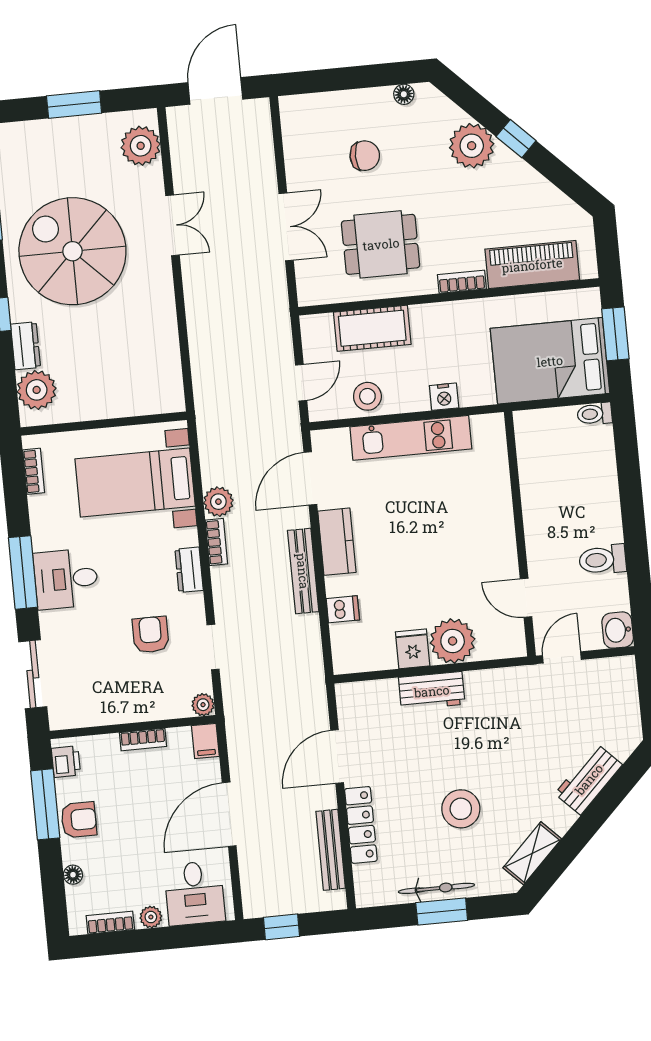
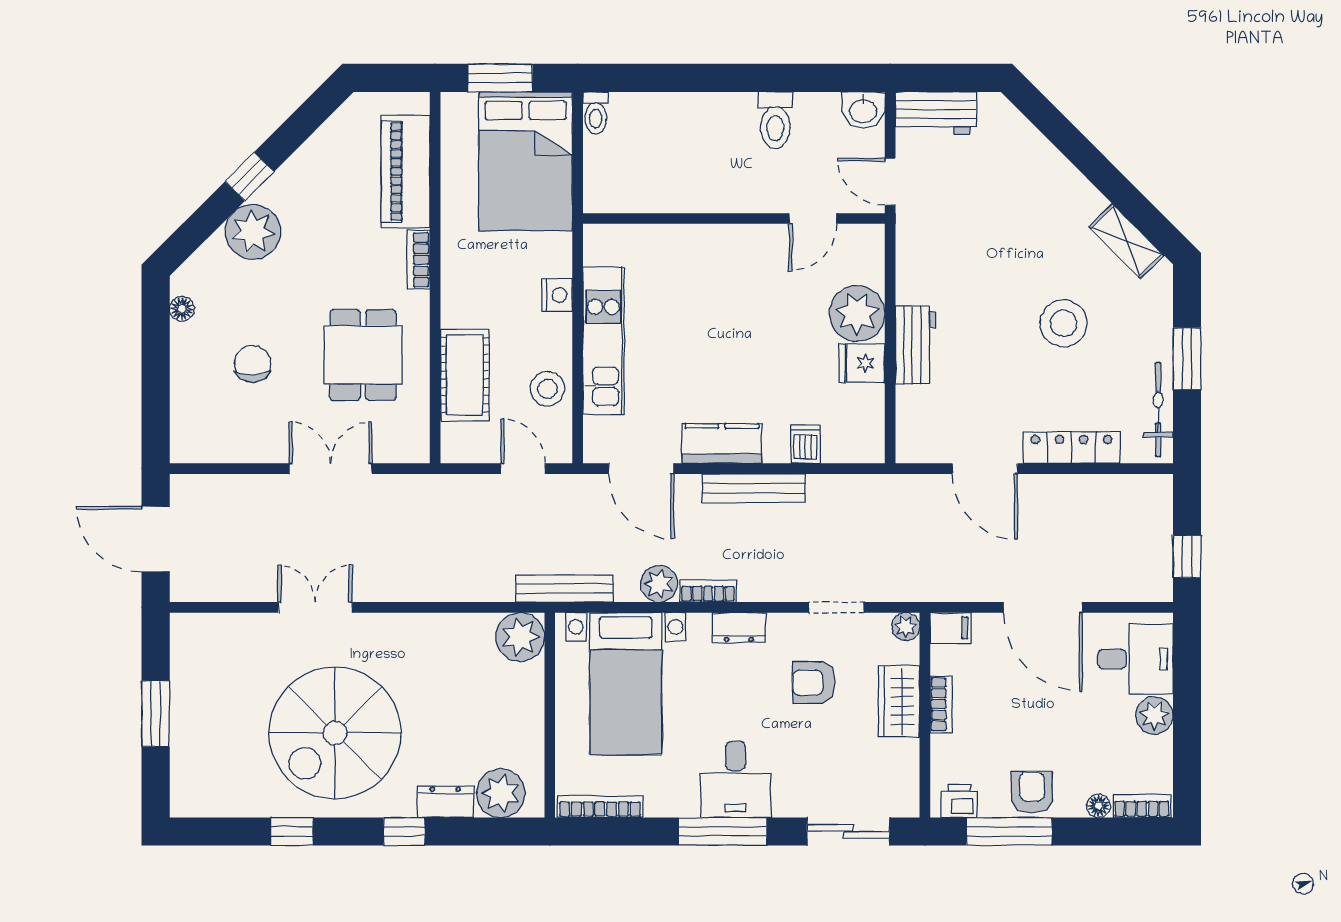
plant: (141, 146) -> (520, 637), moved
bookcase: (34, 471) -> (600, 807), width x1.56
wardrobe: (142, 705) -> (899, 701), added
workbench: (589, 779) -> (936, 113), moved, turned -45
bench: (331, 850) -> (565, 589), moved
bicycle: (436, 888) -> (1158, 410), moved
plant: (151, 917) -> (1154, 716), width x1.38, depth x1.38
bookcase: (110, 923) -> (1142, 806), moved, turned 90

